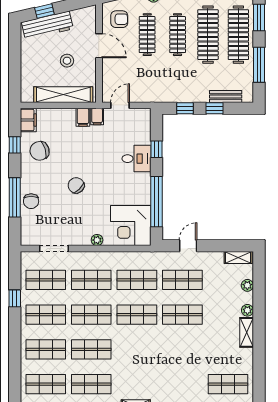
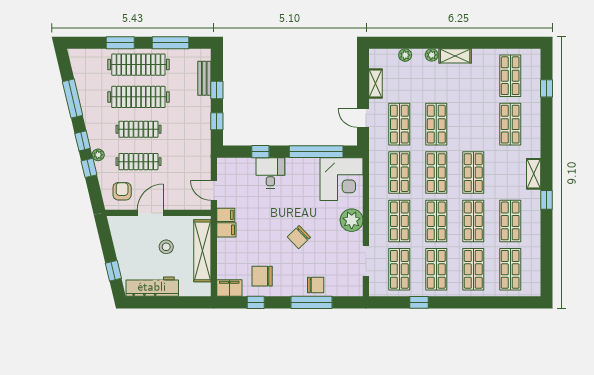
workbench: (47, 26) -> (152, 287), moved, turned -77
chair: (40, 151) -> (262, 276), turned 107
plant: (97, 240) -> (352, 220), width x1.87, depth x1.87
shelving: (238, 258) -> (376, 83), moved
shop shelf: (137, 349) -> (473, 173), added
shop shelf: (182, 384) -> (510, 124), added

